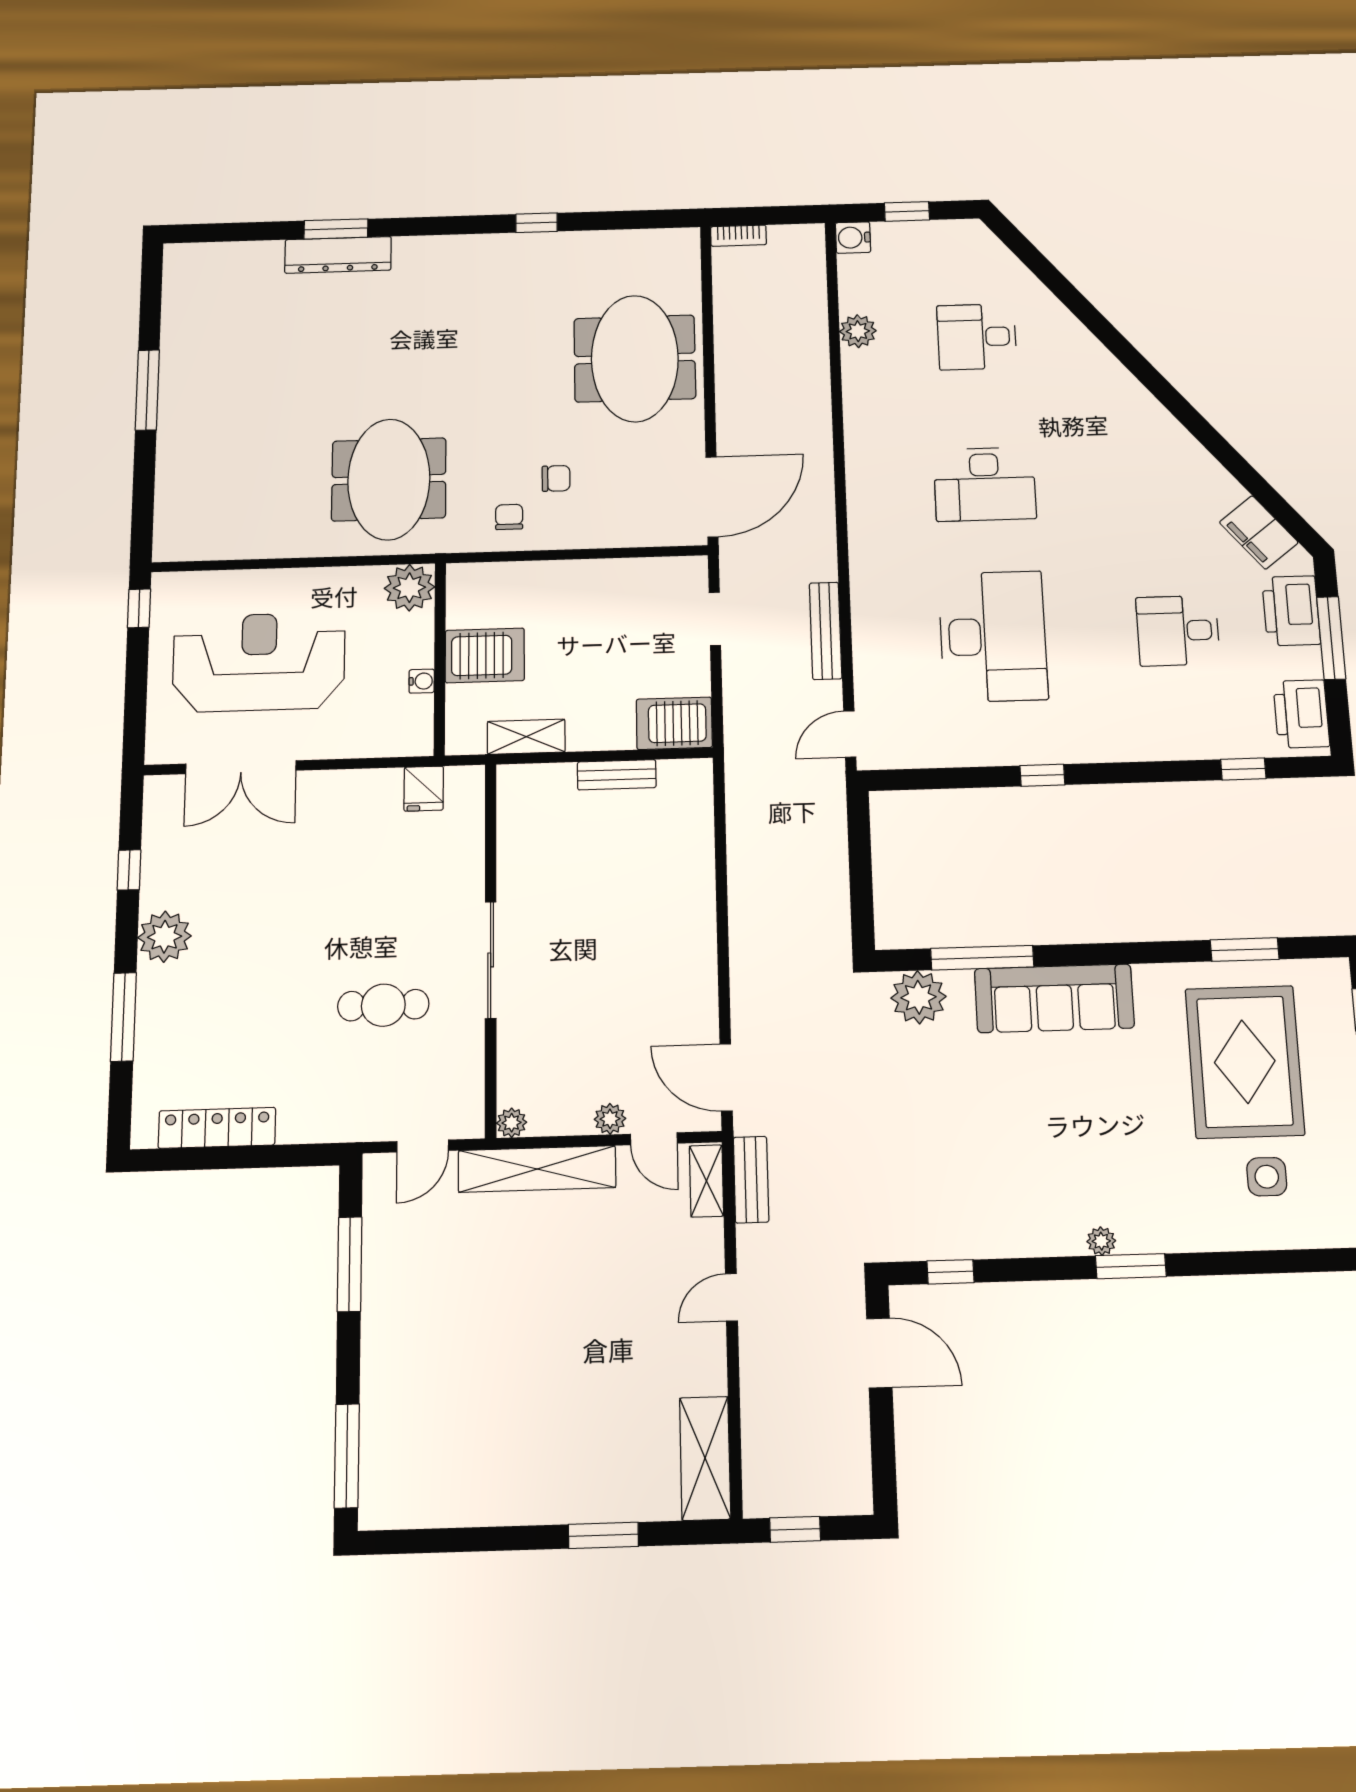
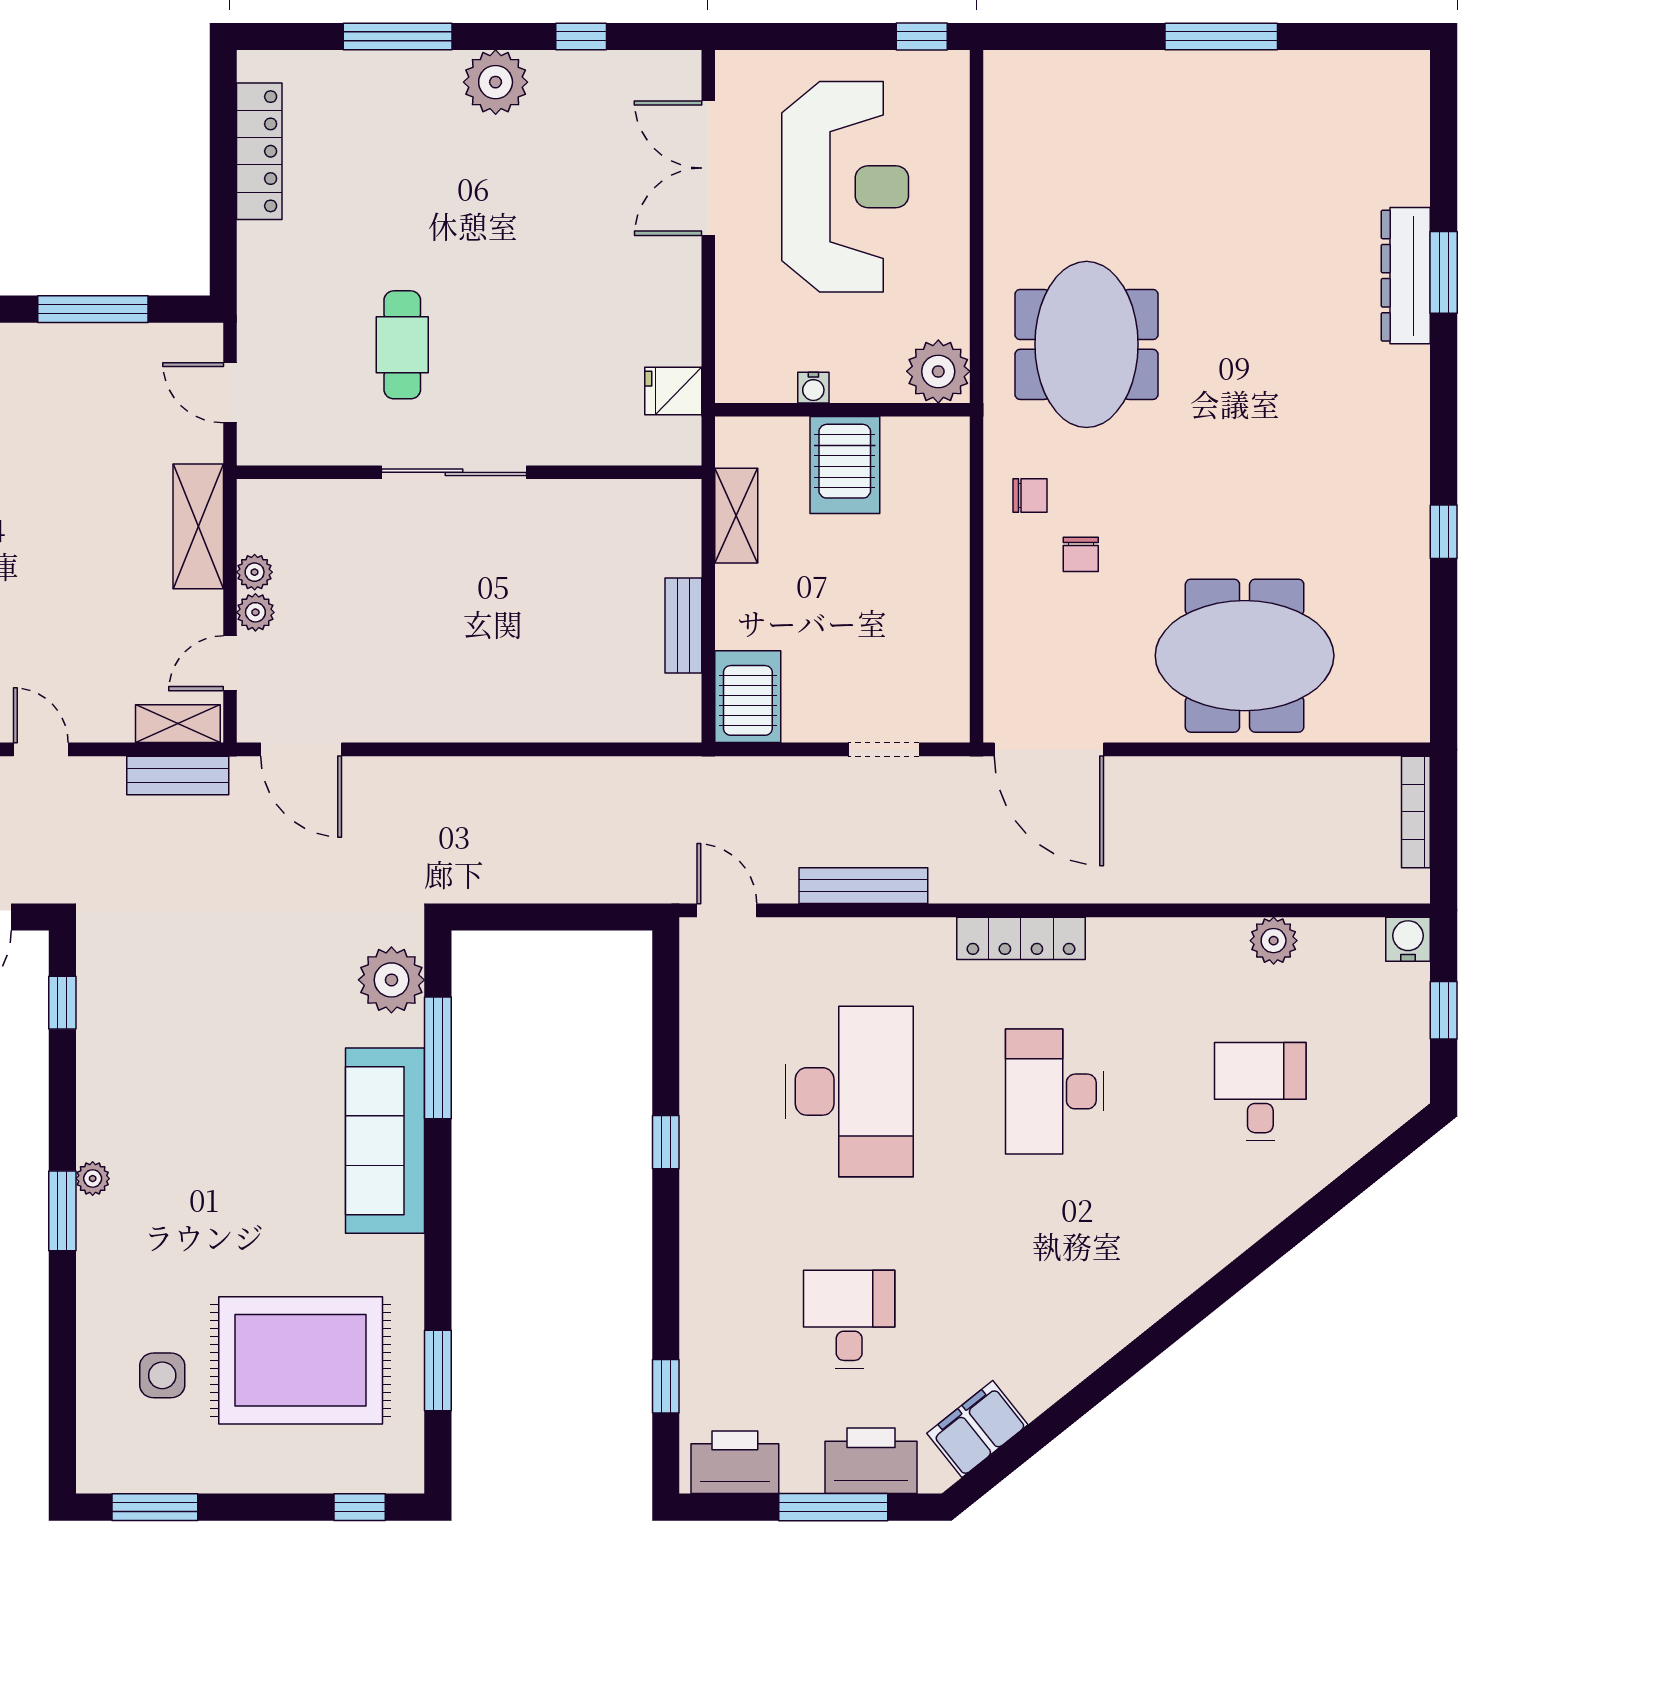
bookcase: (738, 236) -> (1416, 812), width x1.56
meeting table: (389, 479) -> (1086, 344), turned 90
locker: (864, 513) -> (1021, 938), added
desk: (993, 636) -> (849, 1091), turned -90
door: (726, 1077) -> (301, 749), swing flipped
plant: (512, 1123) -> (255, 572), moved
shelving: (537, 1169) -> (198, 526), width x0.68

